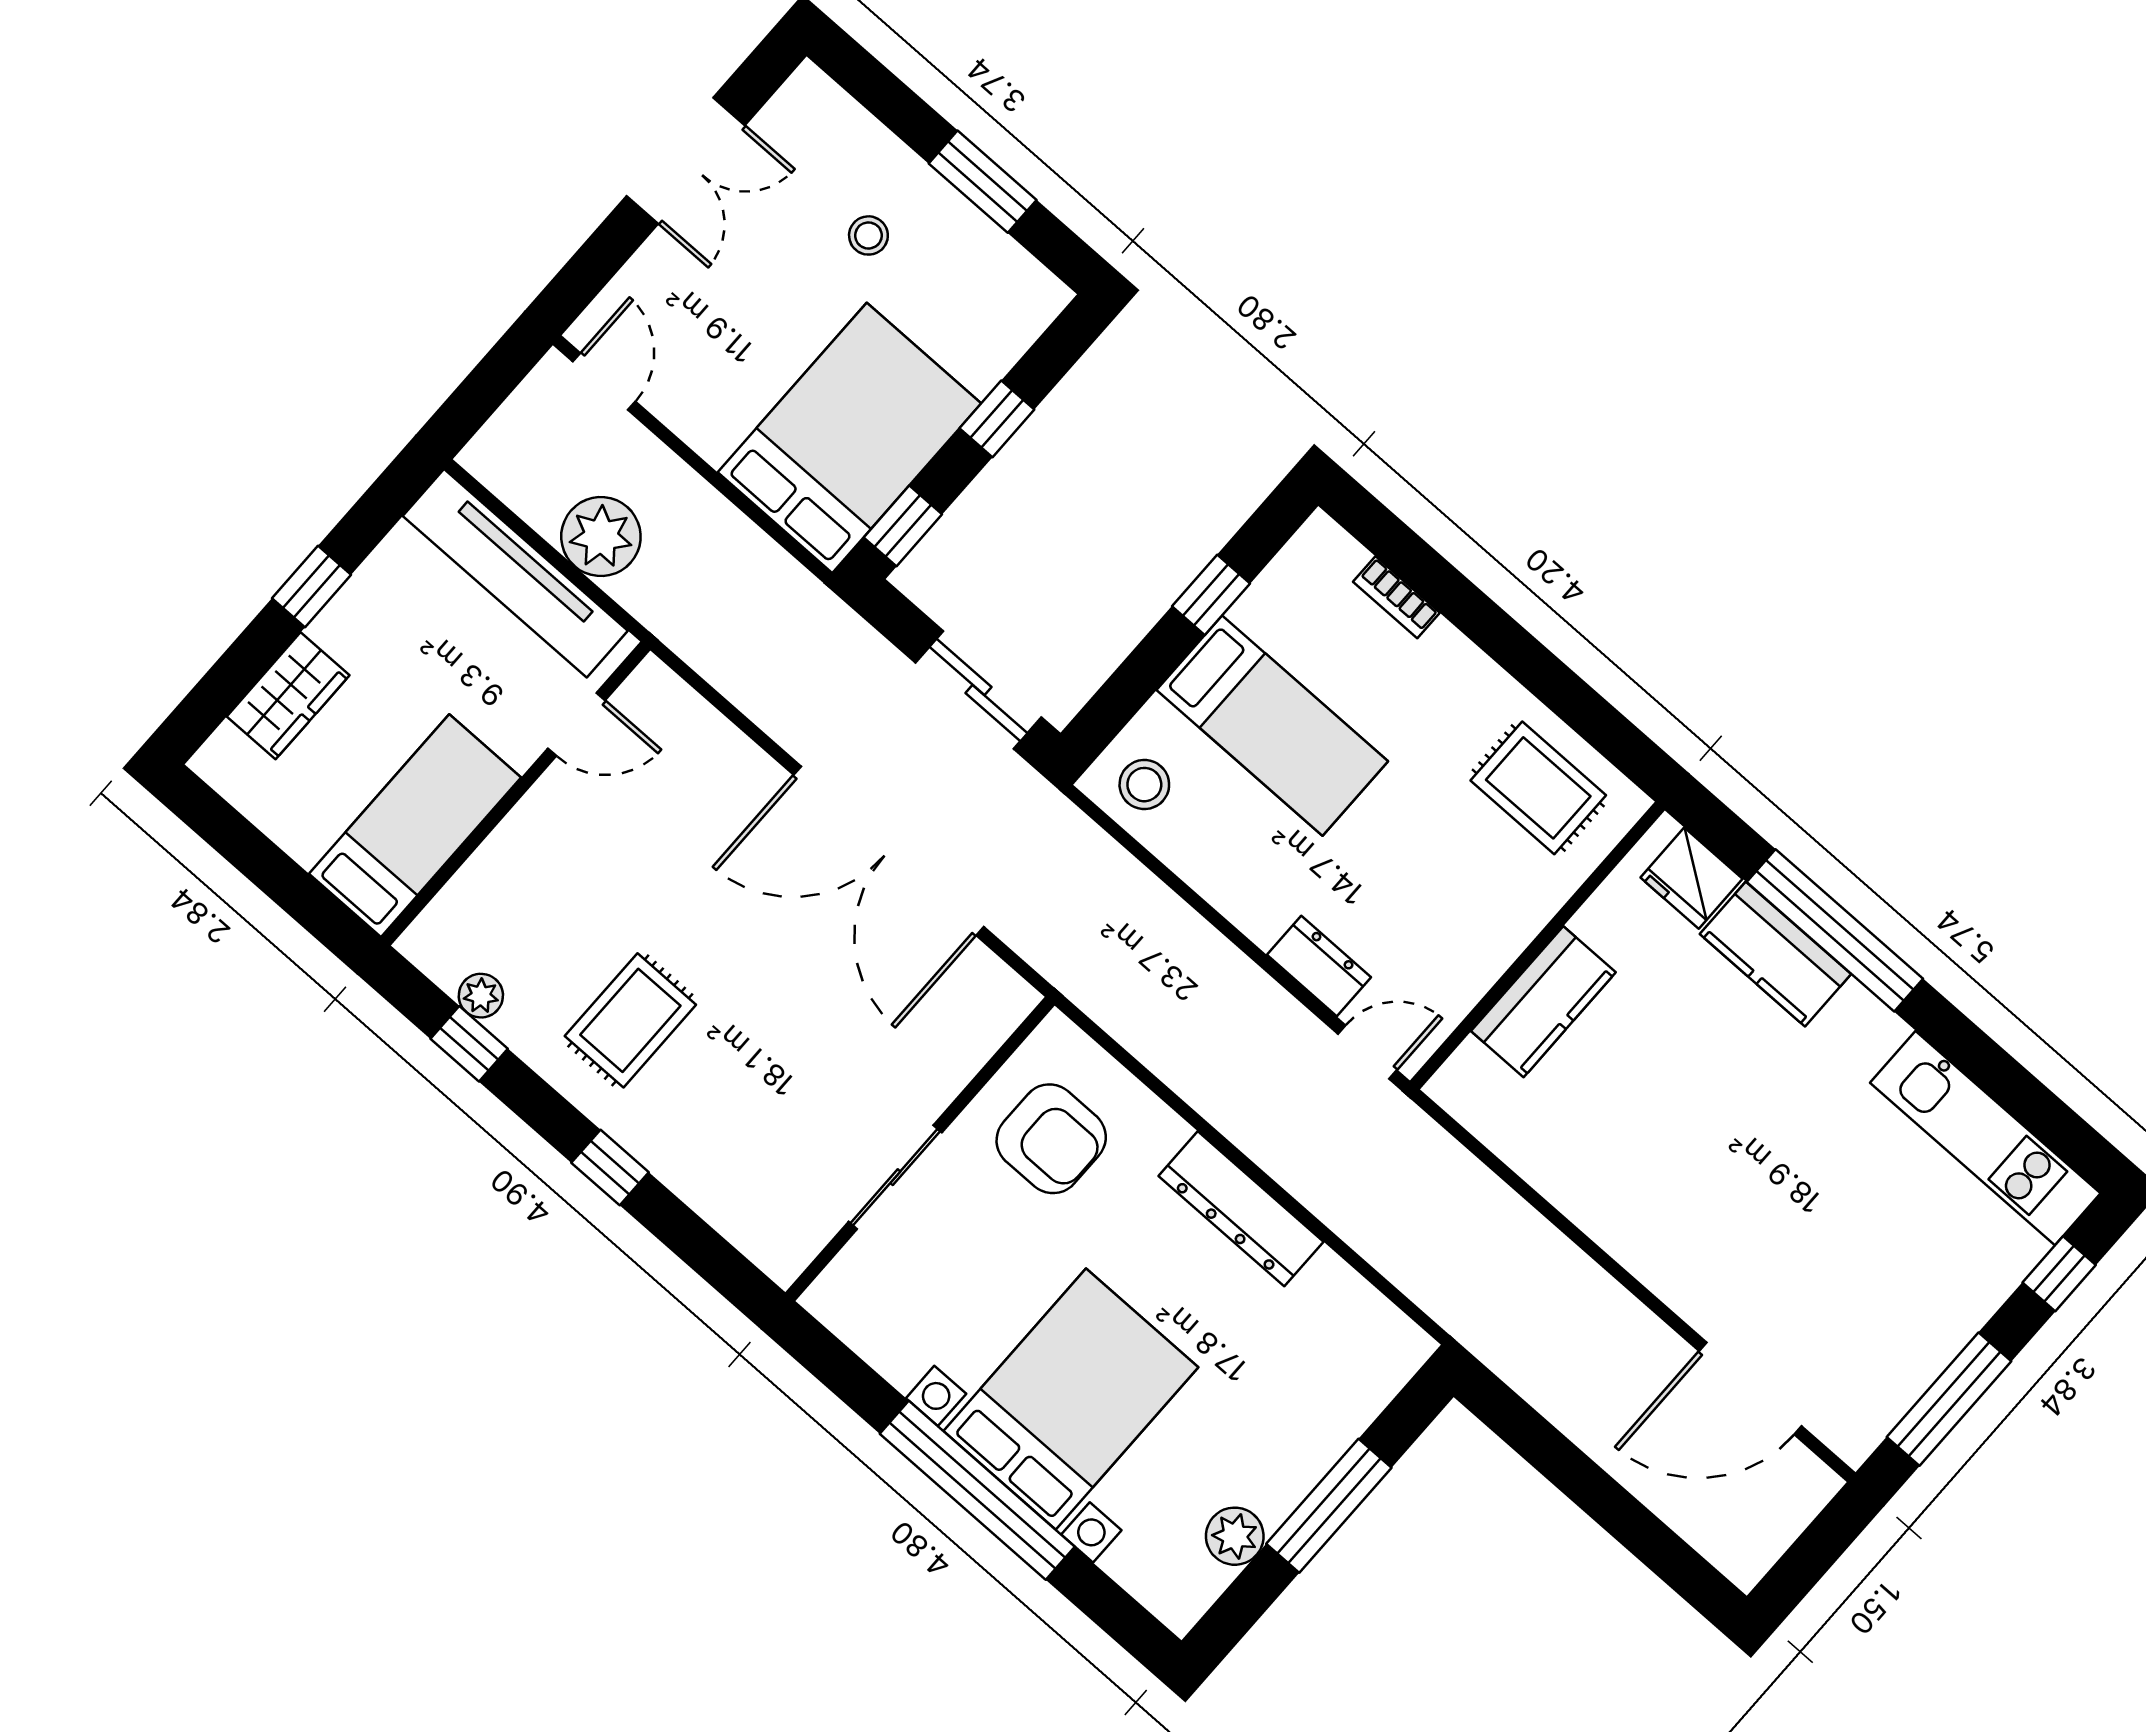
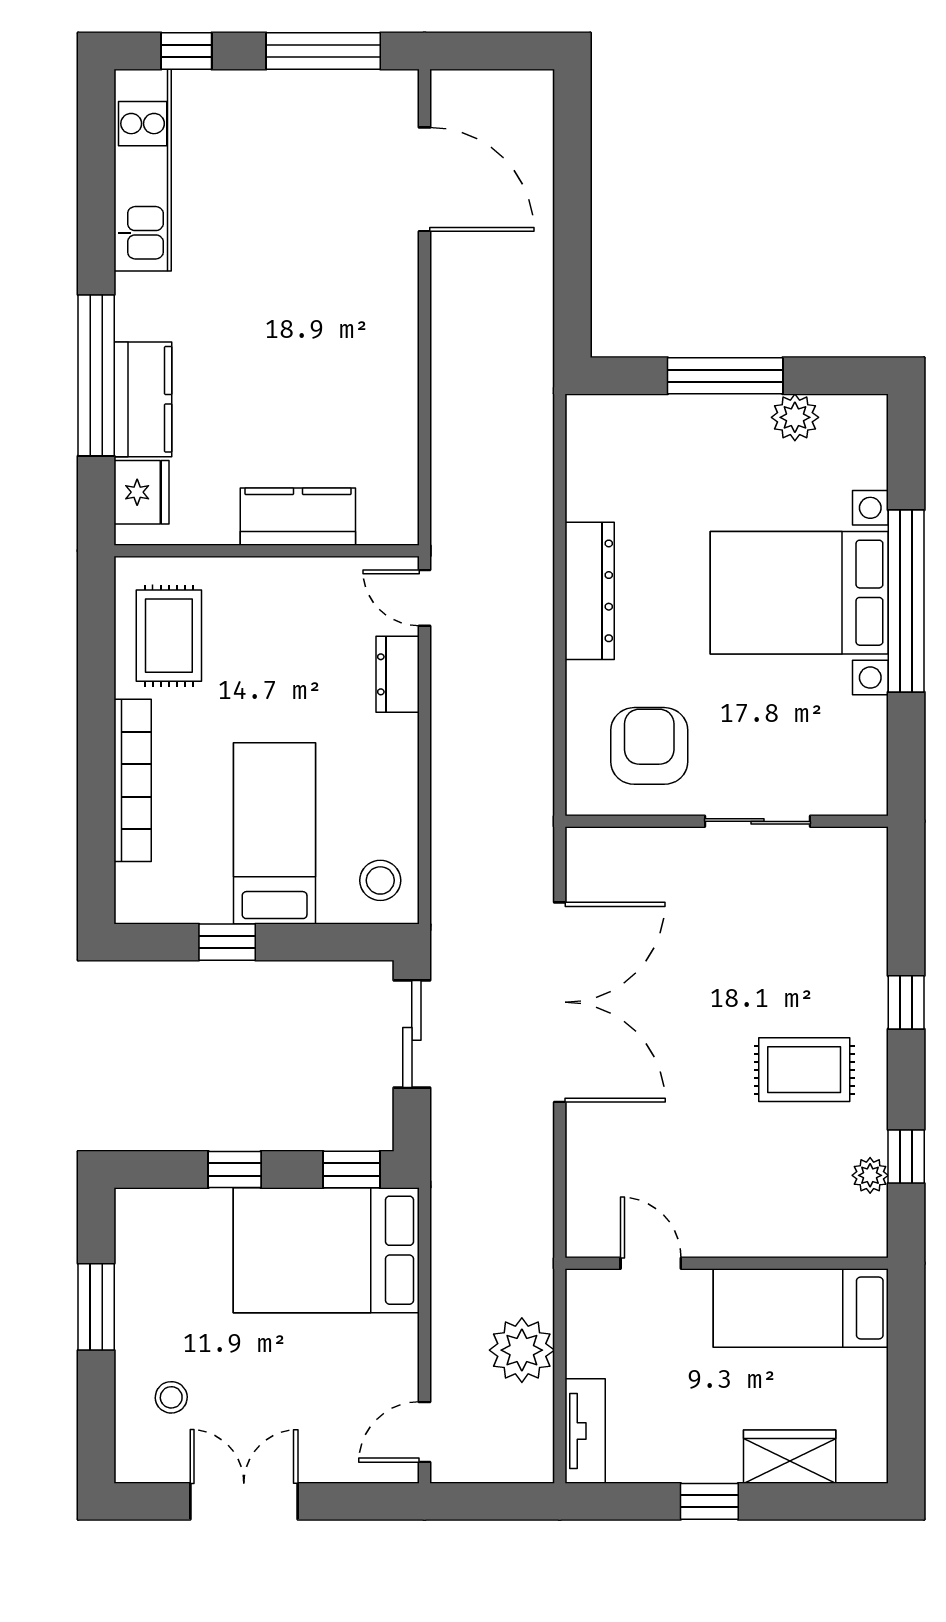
stool: (868, 235) -> (171, 1397), moved
tv unit: (515, 573) -> (585, 1431), width x0.52, depth x0.78
bookcase: (1396, 597) -> (133, 780), width x2.31, depth x1.31

